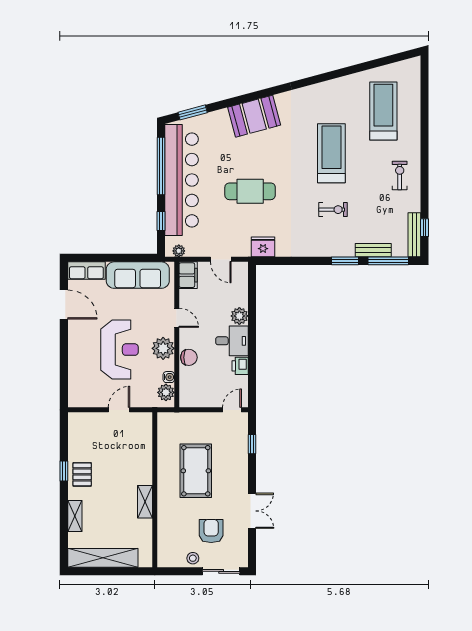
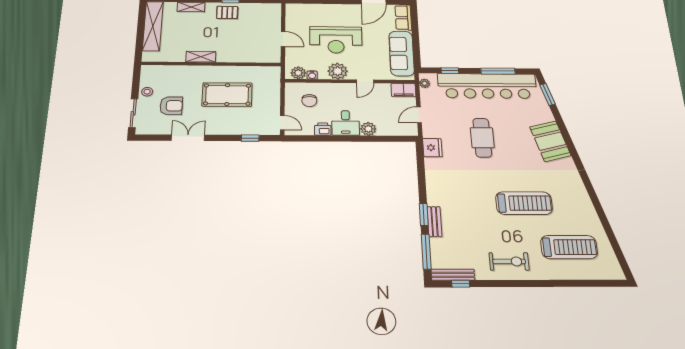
window: (161, 166) -> (498, 71), width x0.68
exercise bike: (400, 176) -> (509, 261), width x1.38, depth x1.39
exercise bike: (333, 210) -> (471, 204), removed
bench: (373, 250) -> (434, 222), moved
chair: (189, 357) -> (309, 101), moved
double door: (252, 511) -> (188, 138), swing flipped

